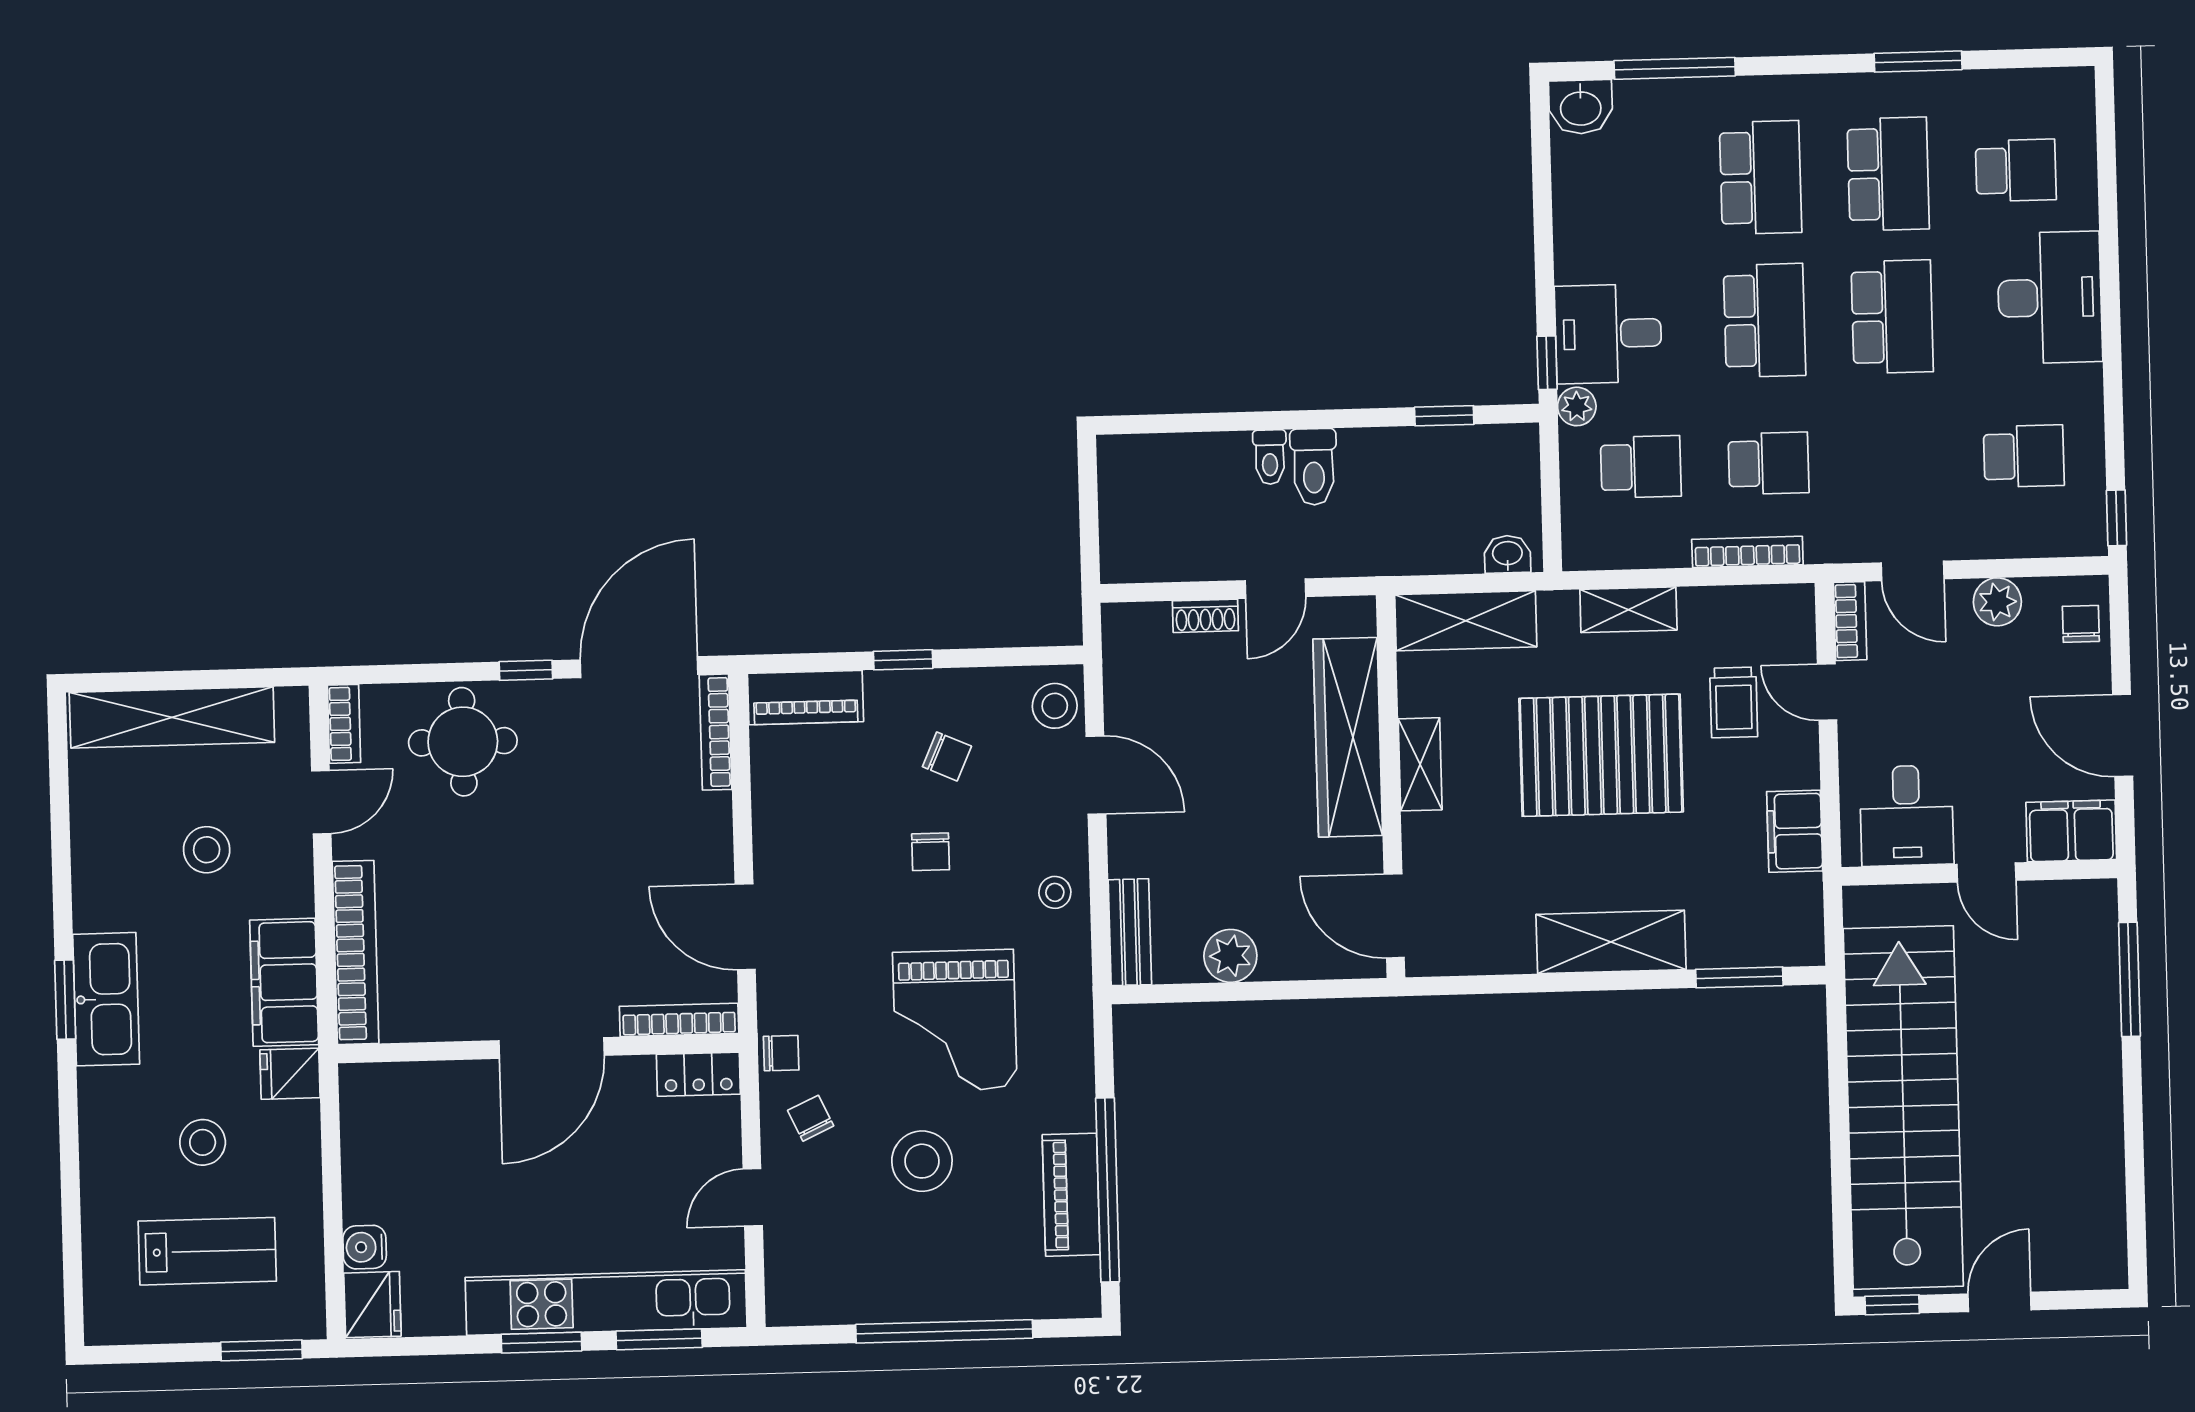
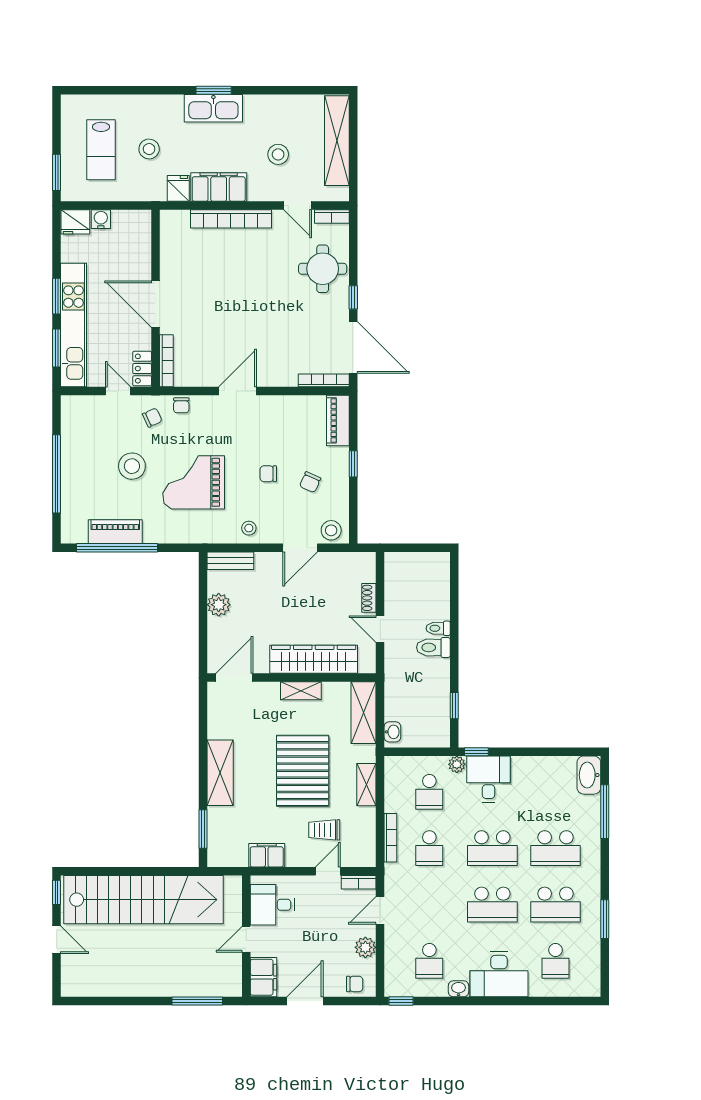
washbasin: (1581, 107) -> (589, 775), width x1.38
washbasin: (2085, 388) -> (459, 989), added
bookcase: (679, 1020) -> (166, 361), moved
wall: (538, 1048) -> (155, 298), moved
door: (552, 1048) -> (155, 304), moved
locker: (698, 1074) -> (142, 369), moved

